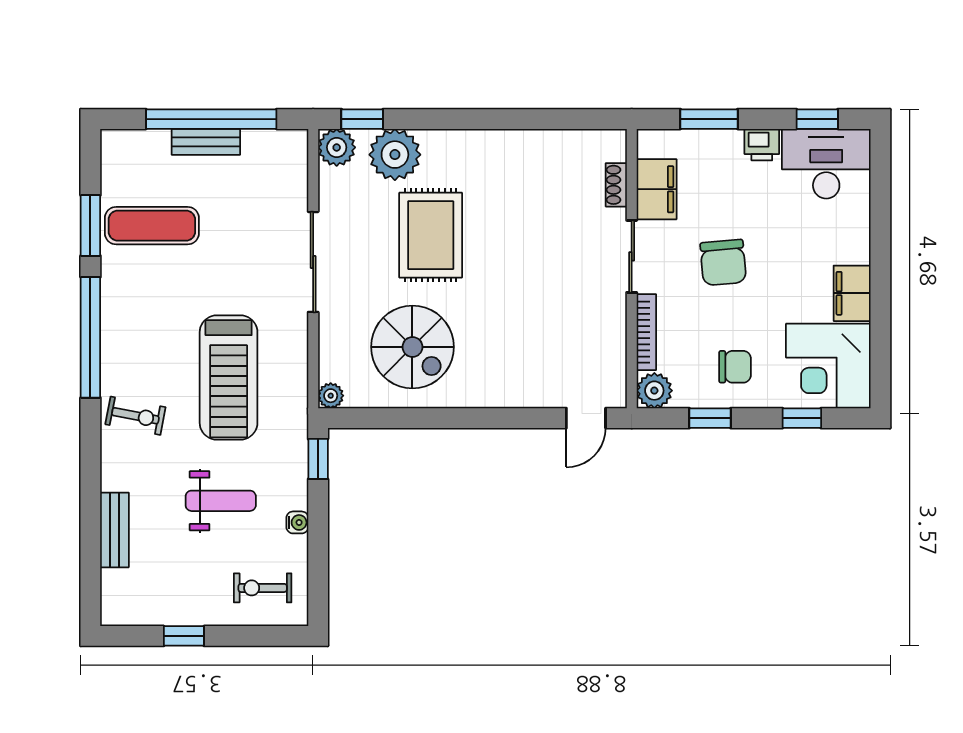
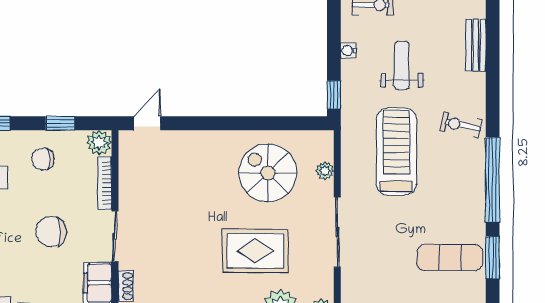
rug: (431, 235) -> (255, 251), turned 90
chair: (723, 262) -> (51, 232), turned -85
plant: (331, 396) -> (325, 171), moved
weight bench: (221, 501) -> (402, 66), turned 90

